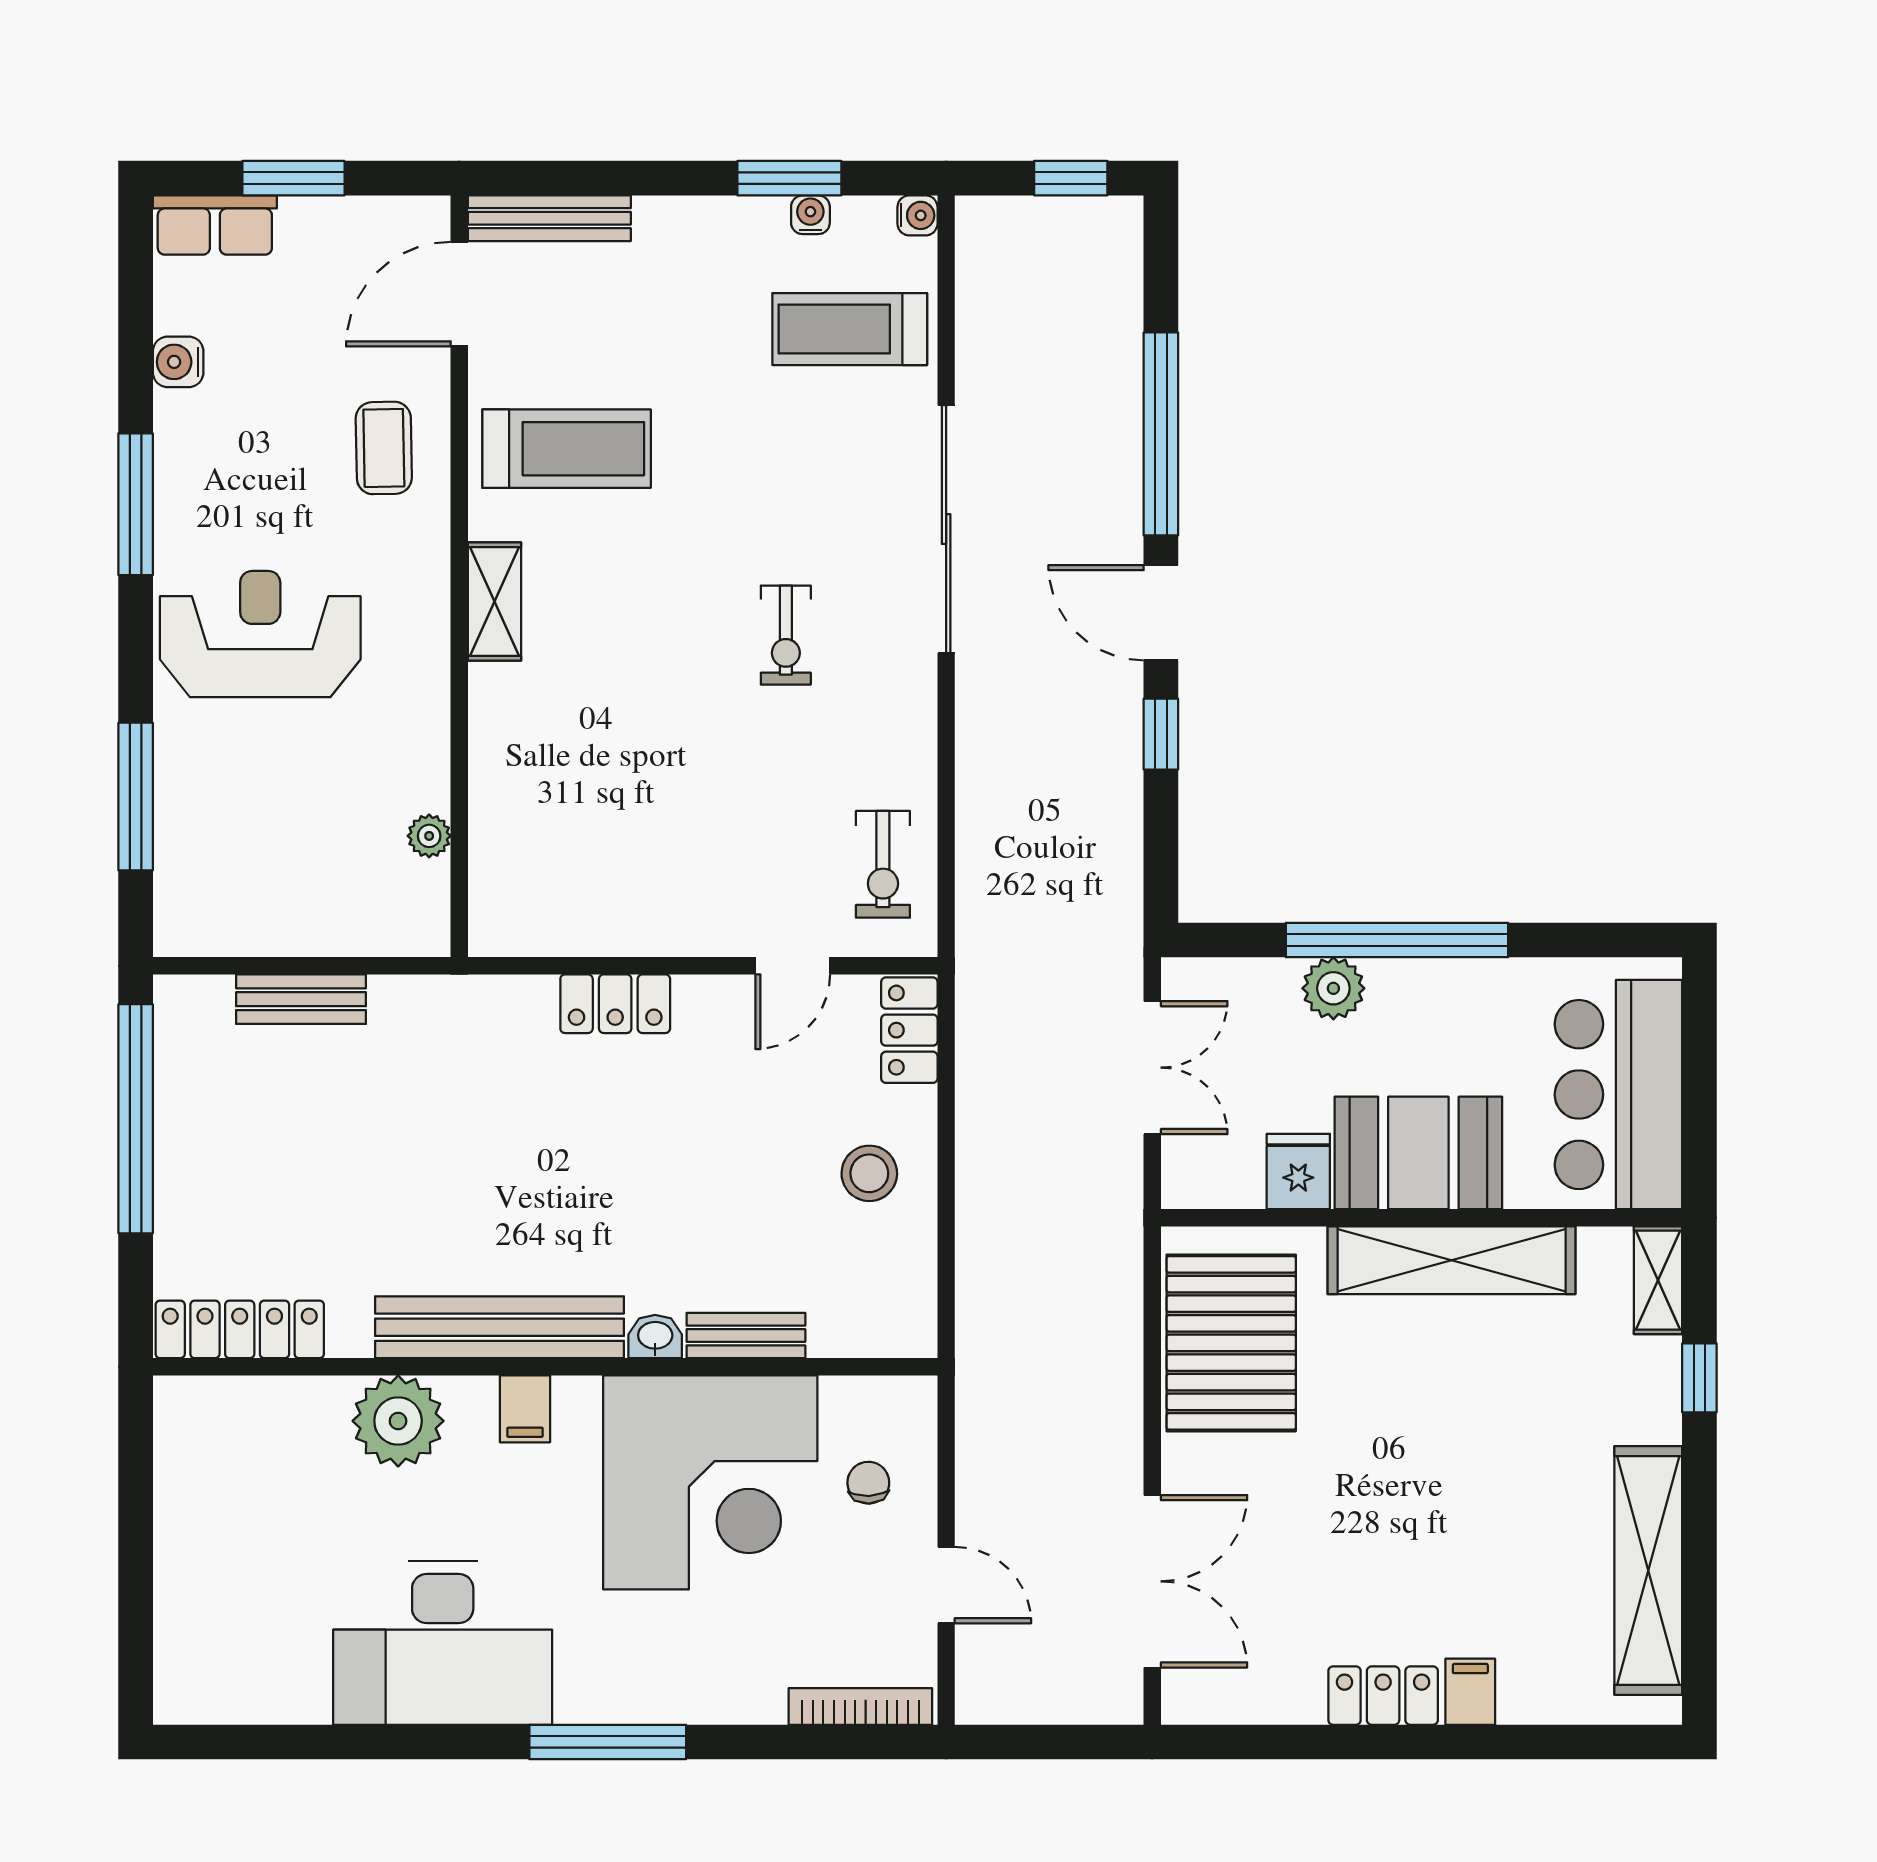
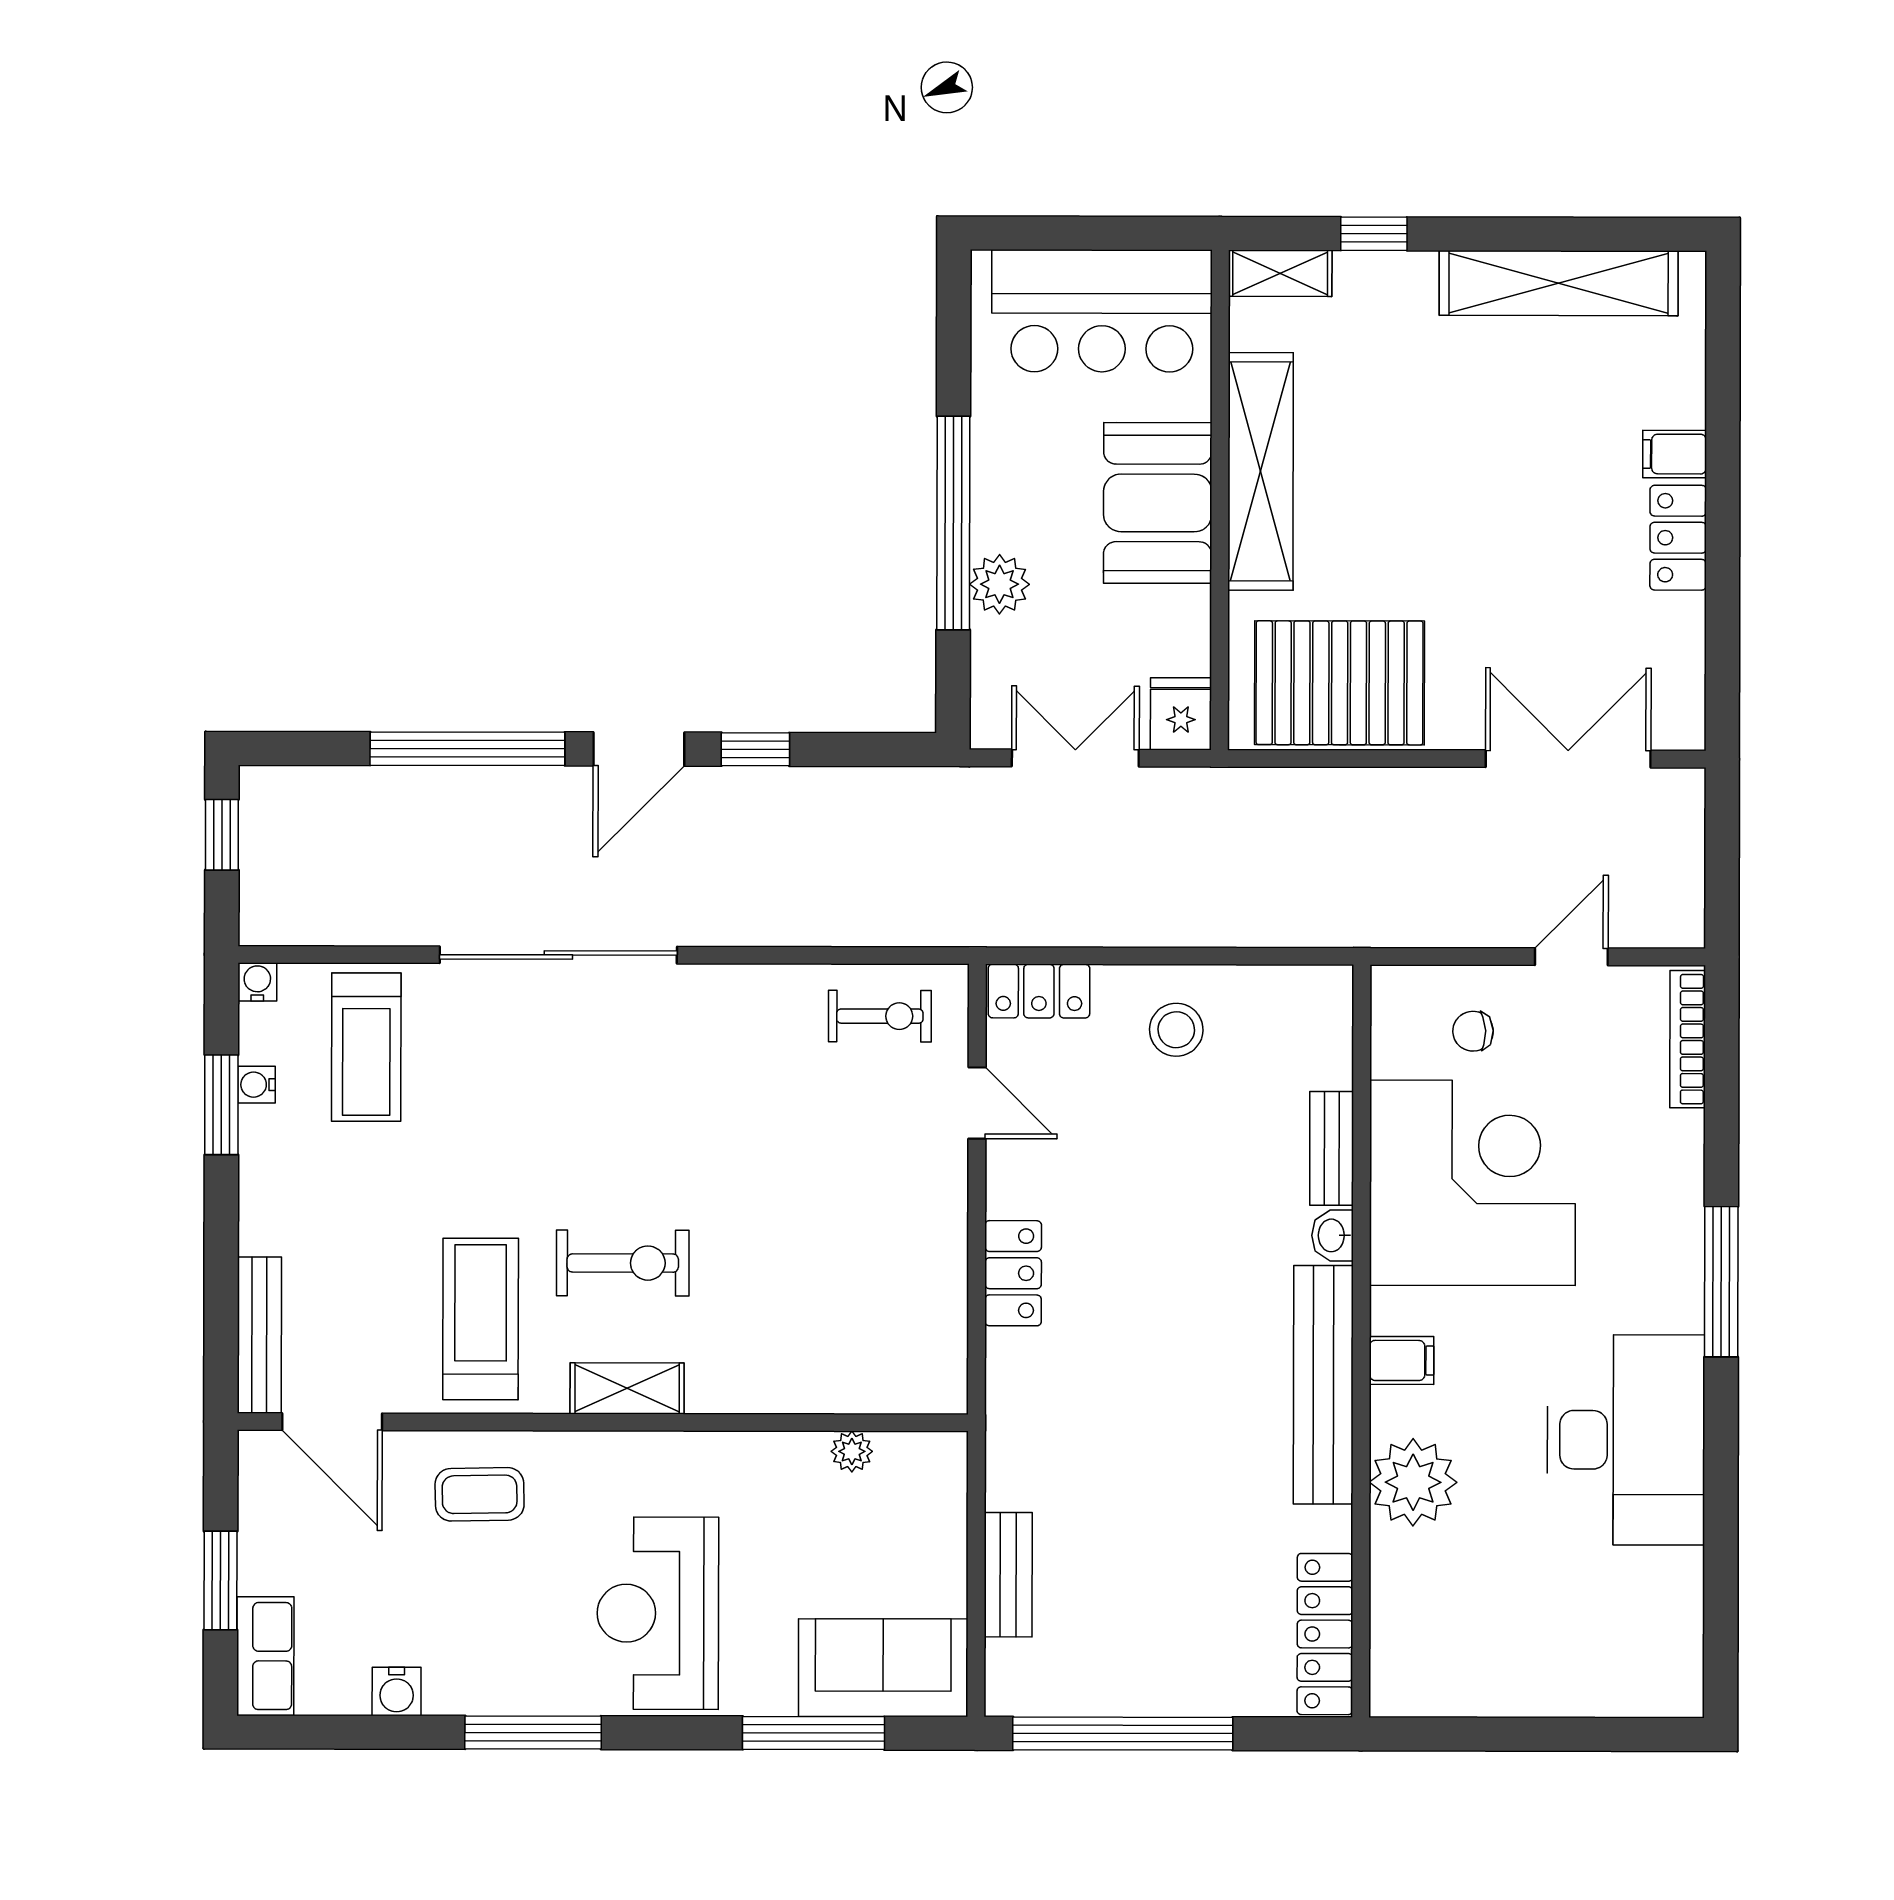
exercise bike: (786, 635) -> (623, 1263), moved, width x1.38, depth x1.39
sofa: (204, 869) -> (883, 1668), added
fridge: (1298, 1172) -> (1181, 714), moved, turned 90

